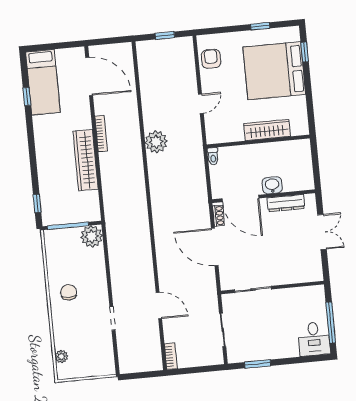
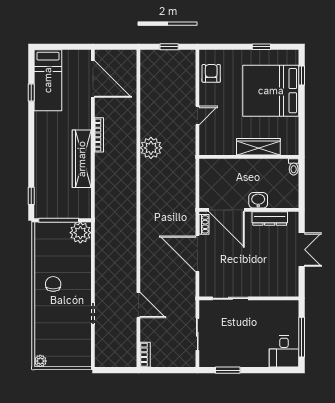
toilet: (213, 156) -> (294, 167), moved
plant: (61, 356) -> (40, 361), moved

